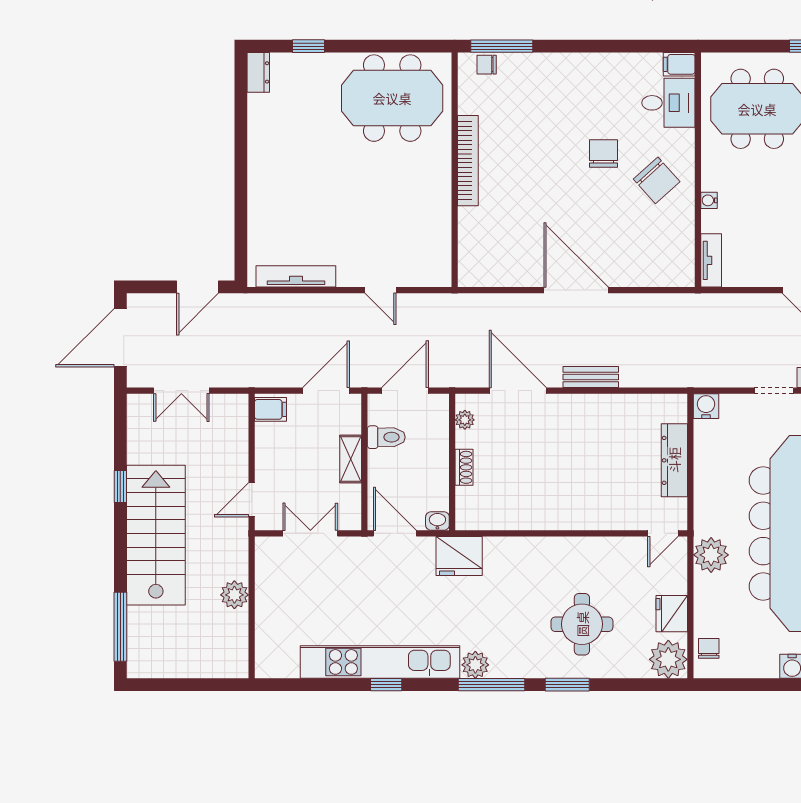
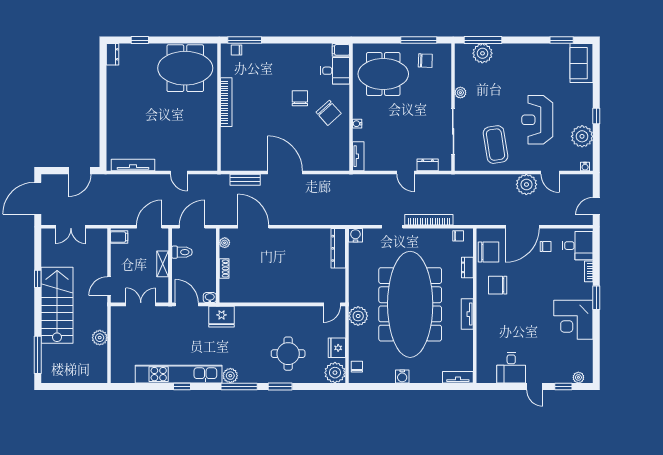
bench: (591, 377) -> (245, 180), moved
dresser: (674, 460) -> (338, 248), moved

